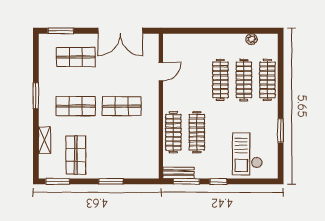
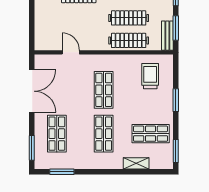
window: (36, 96) -> (62, 172), moved
trolley: (136, 155) -> (150, 76), added

